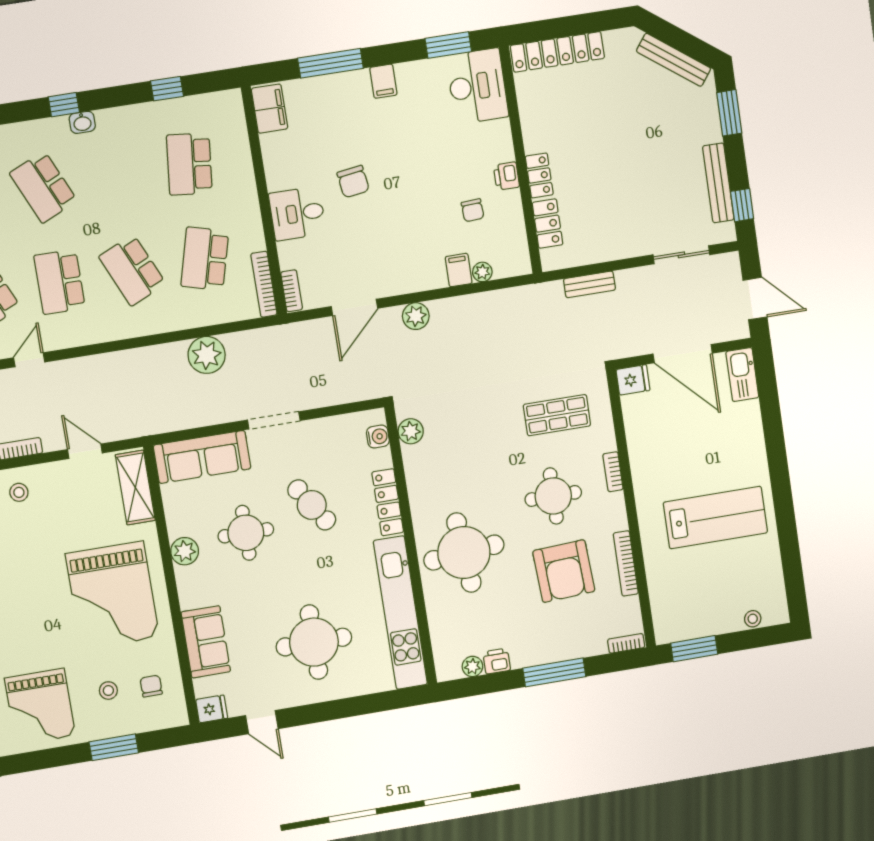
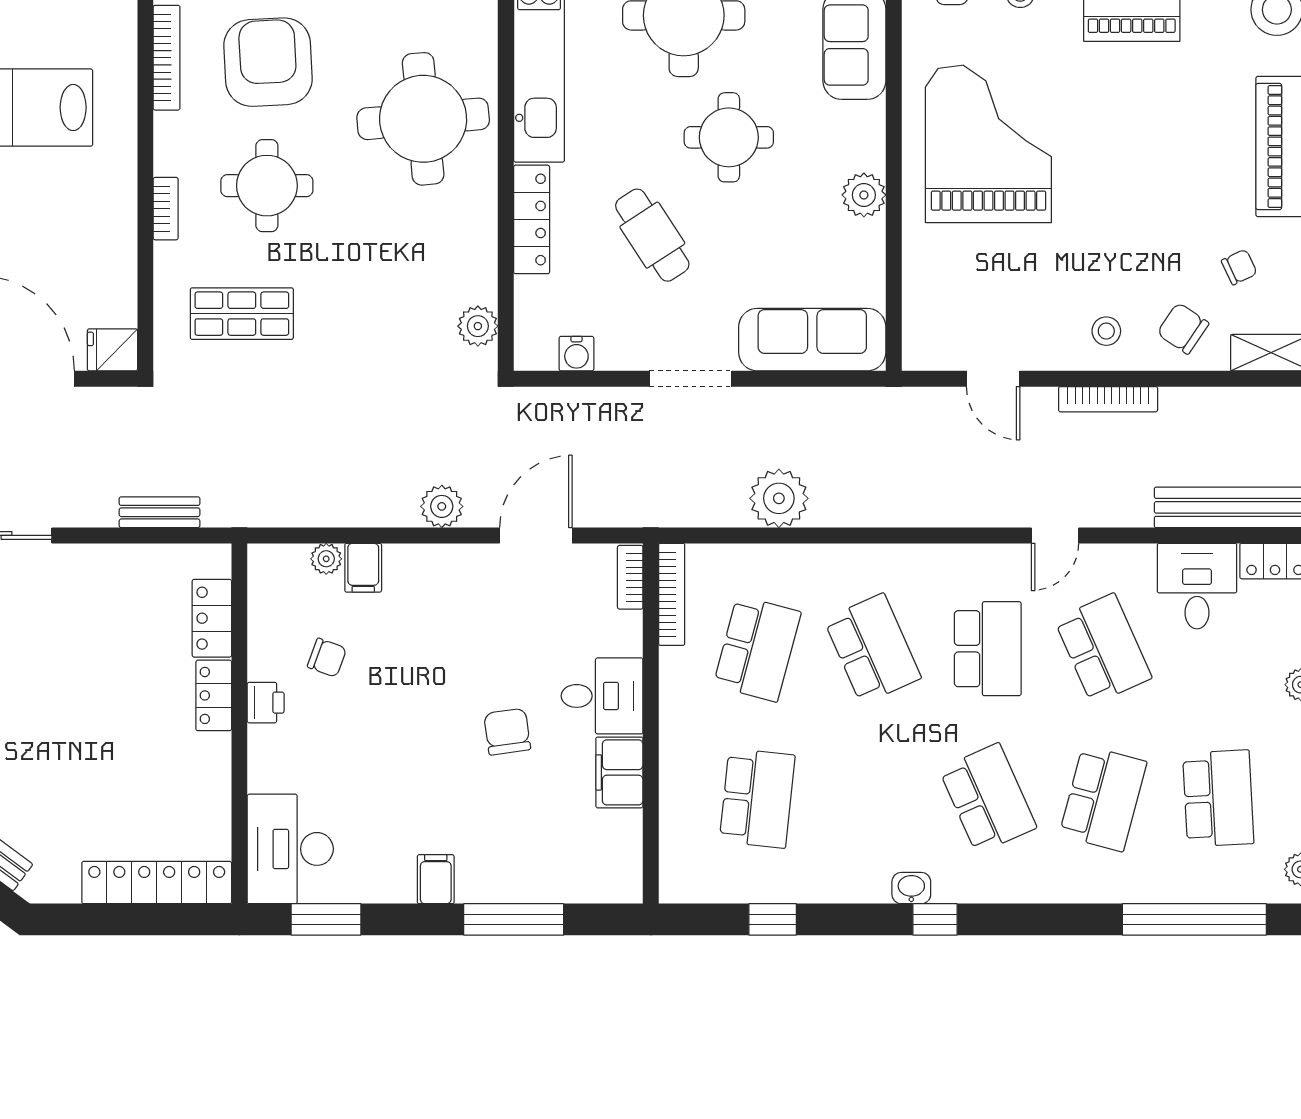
filing cabinet: (269, 109) -> (619, 772), moved
chair: (473, 210) -> (327, 658), turned 113
water cooler: (378, 437) -> (576, 354), moved, turned -90
shelving: (135, 488) -> (924, 309), removed
round table: (246, 533) -> (729, 137), moved

